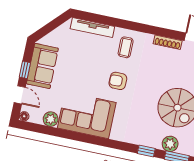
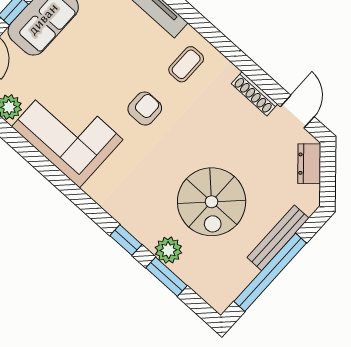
armchair: (118, 81) -> (145, 109), turned 90

